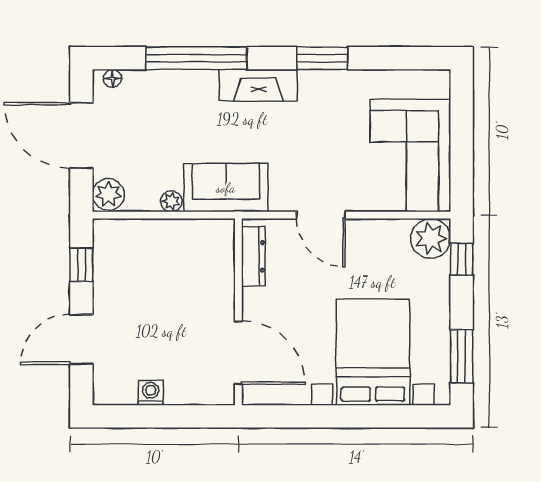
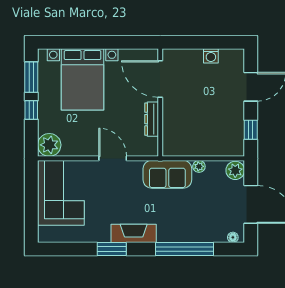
fireplace: (258, 85) -> (134, 233), moved
dresser: (253, 256) -> (152, 119), moved
window: (462, 259) -> (31, 110), moved

